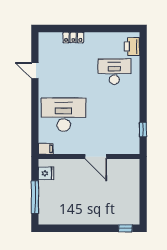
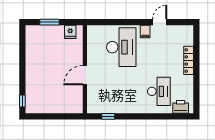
locker: (73, 37) -> (189, 60), width x1.53
filing cabinet: (46, 149) -> (145, 32), moved
window: (35, 197) -> (50, 22), width x0.69

